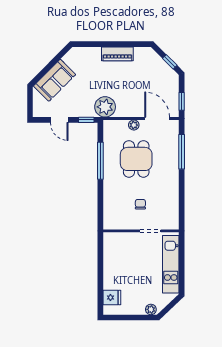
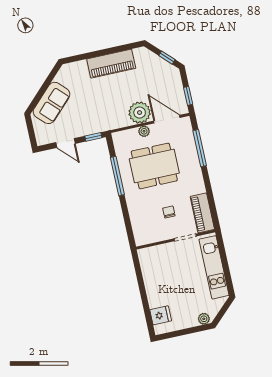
piano: (117, 54) -> (111, 64), width x1.37, depth x1.33
plant: (105, 107) -> (140, 113), moved
dining table: (136, 159) -> (154, 166), width x1.38
piano: (171, 212) -> (202, 213), added

